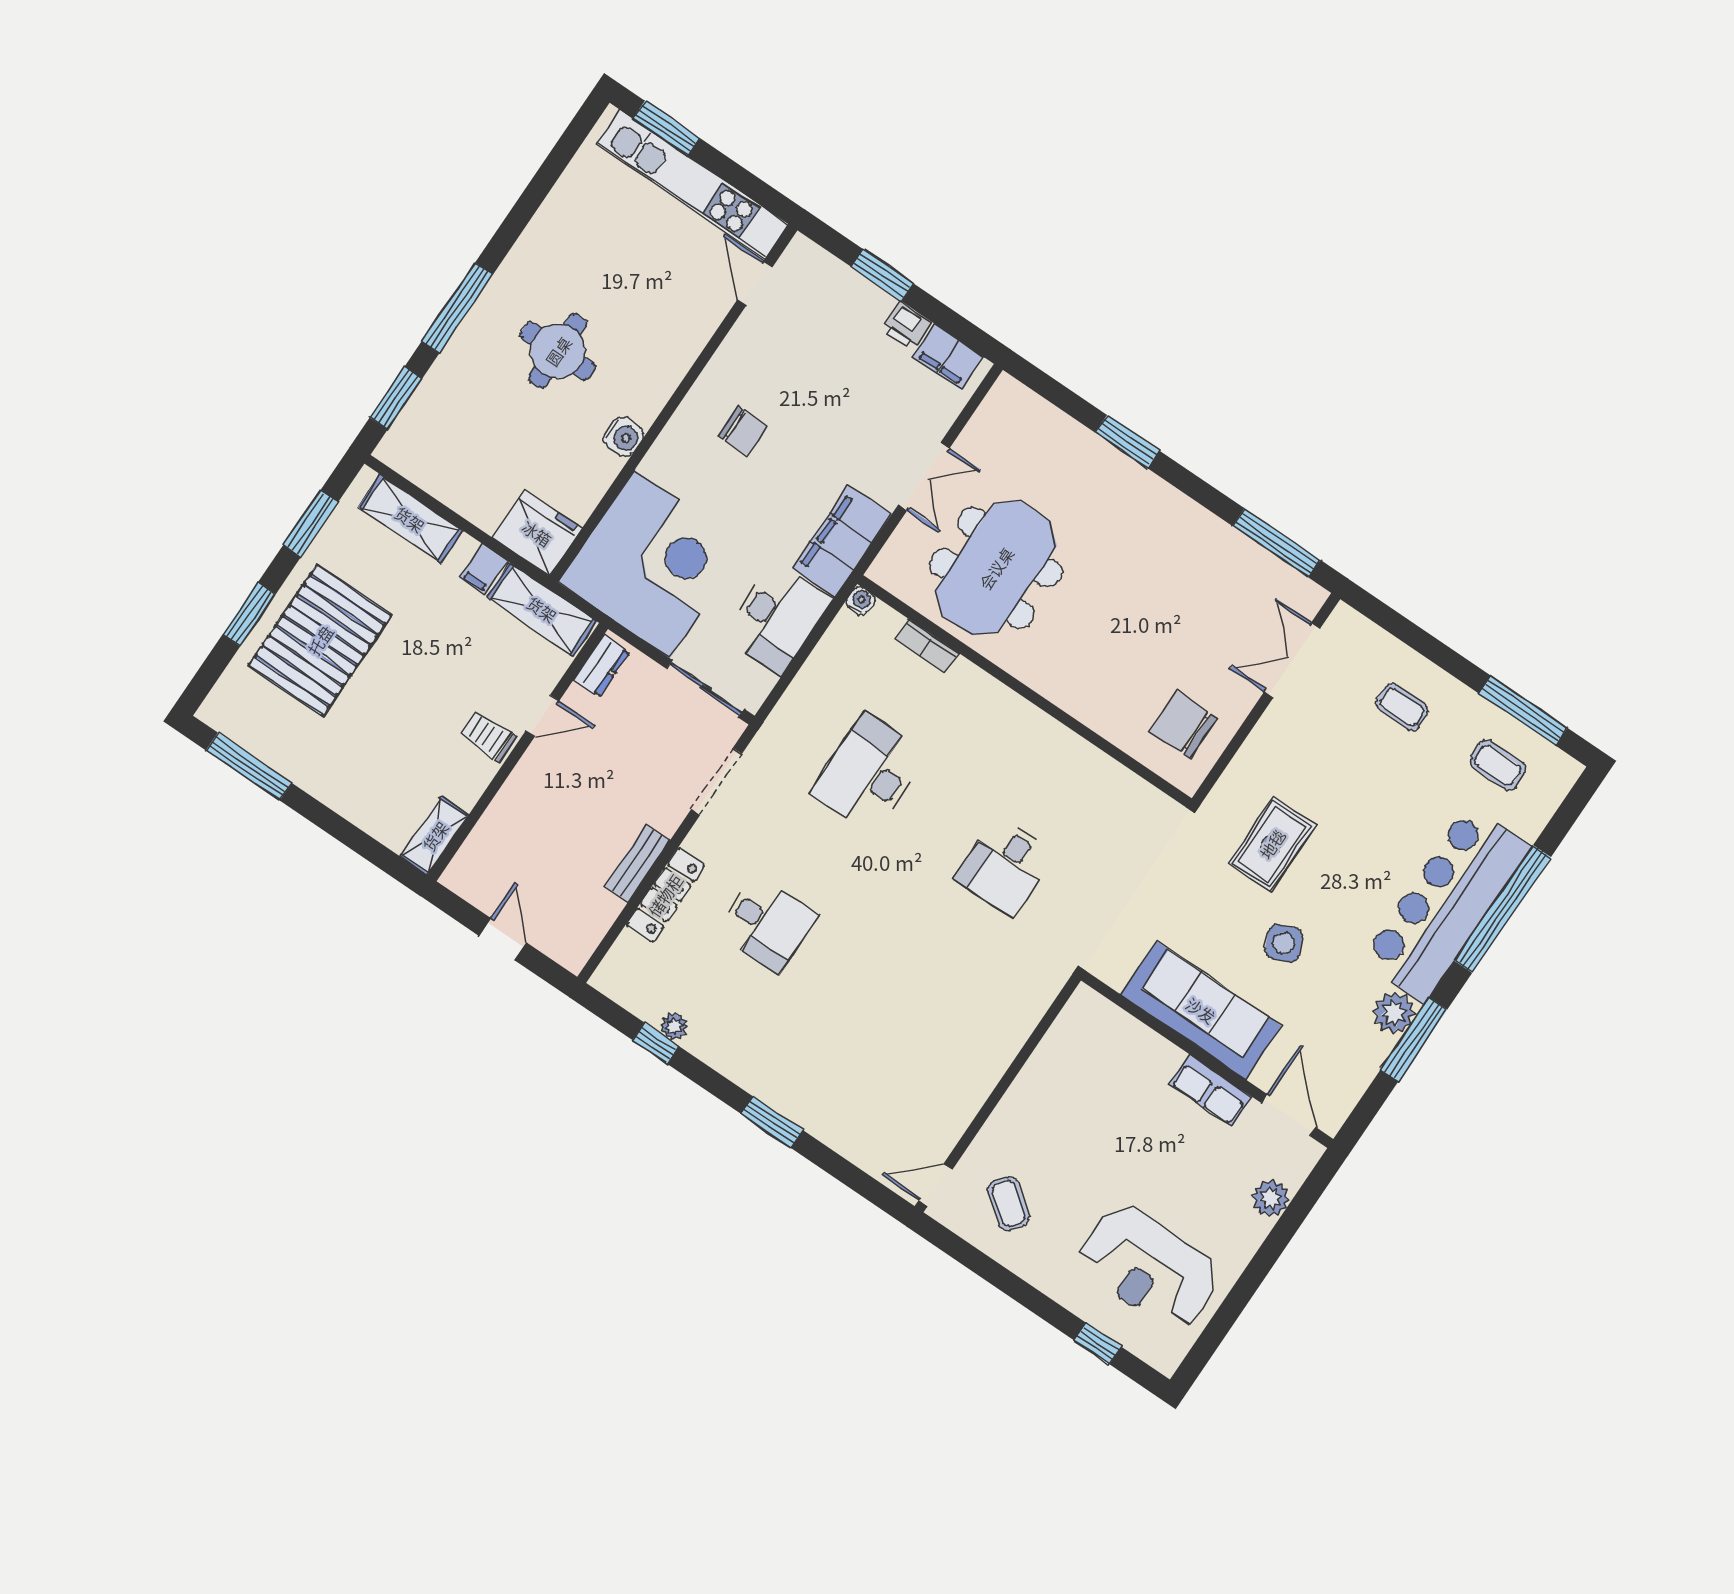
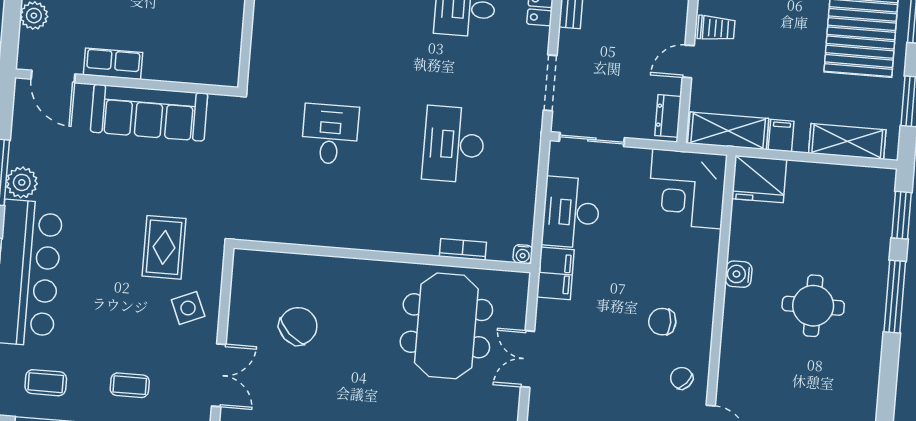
chair: (758, 353) -> (682, 378), added
filing cabinet: (842, 541) -> (555, 273), width x0.67, depth x0.86
corner desk: (652, 564) -> (687, 189), width x0.74, depth x0.74
chair: (1183, 725) -> (298, 326), moved, turned -47
desk: (869, 774) -> (454, 144), turned 180
side table: (1284, 943) -> (188, 308), moved

